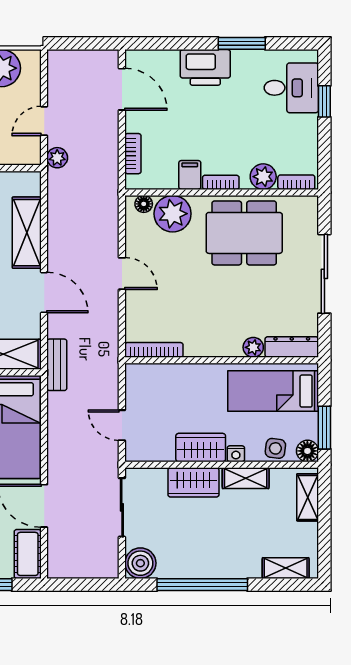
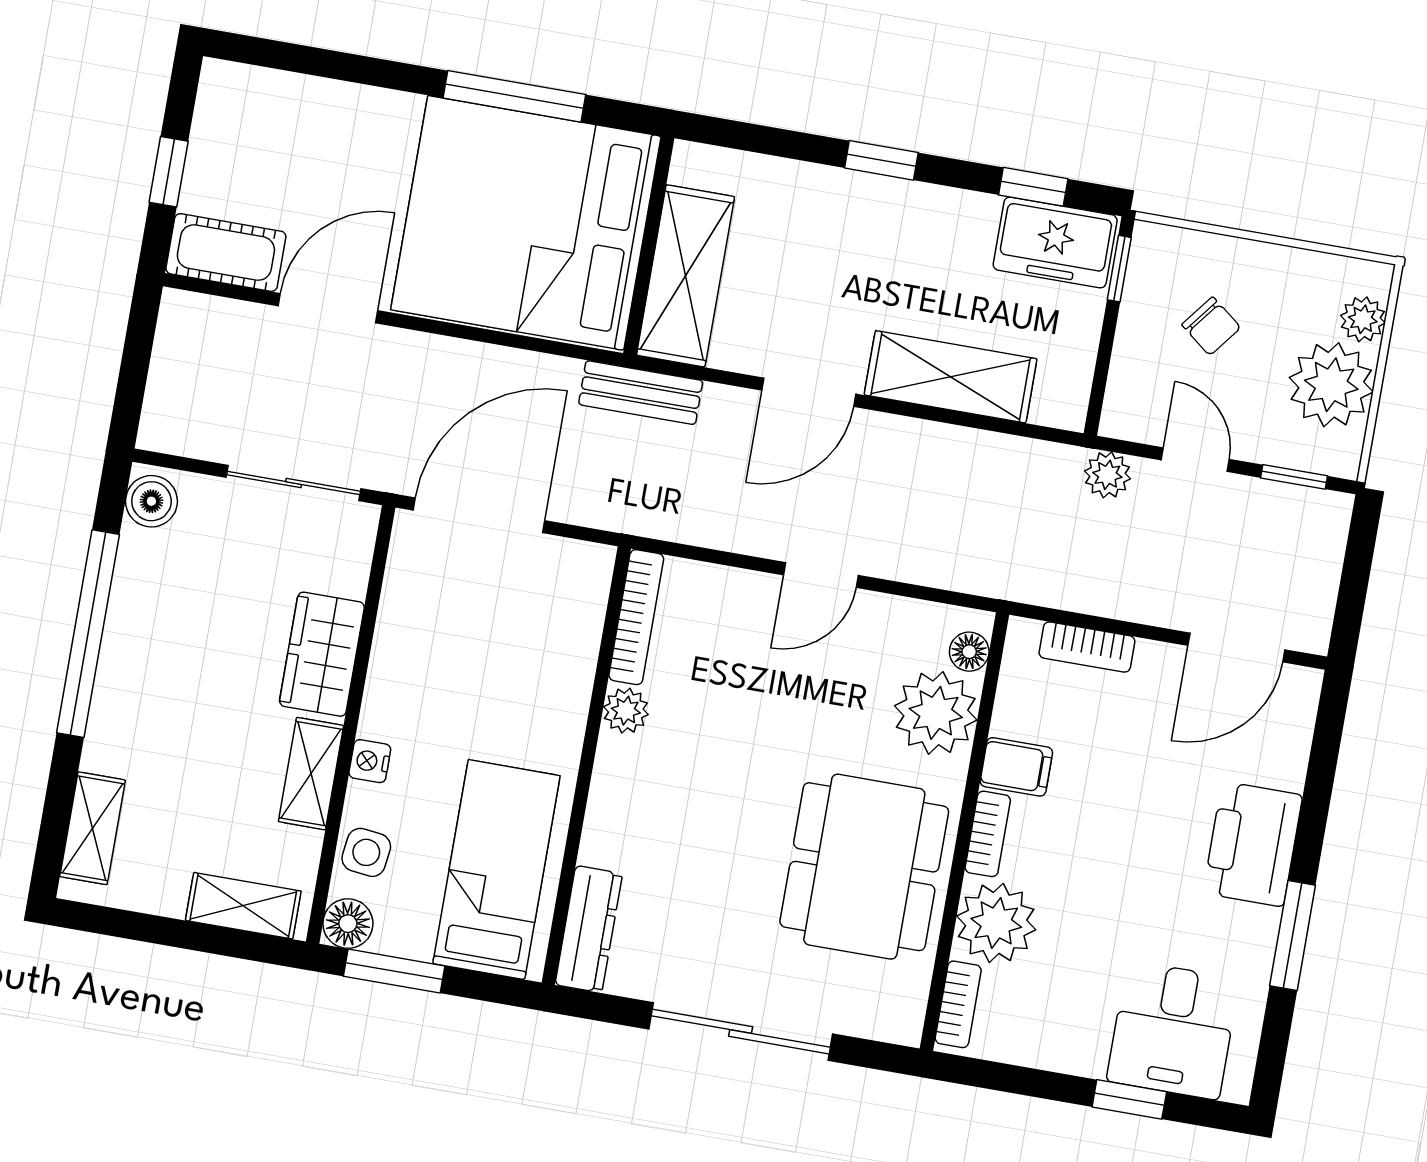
window: (44, 77) -> (1294, 477), added
plant: (263, 177) -> (996, 923), width x1.36, depth x1.36
plant: (253, 347) -> (626, 711), moved
door: (122, 425) -> (479, 515), width x1.88
wardrobe: (201, 448) -> (398, 684), removed
boiler: (140, 563) -> (151, 501), width x0.73, depth x0.73

